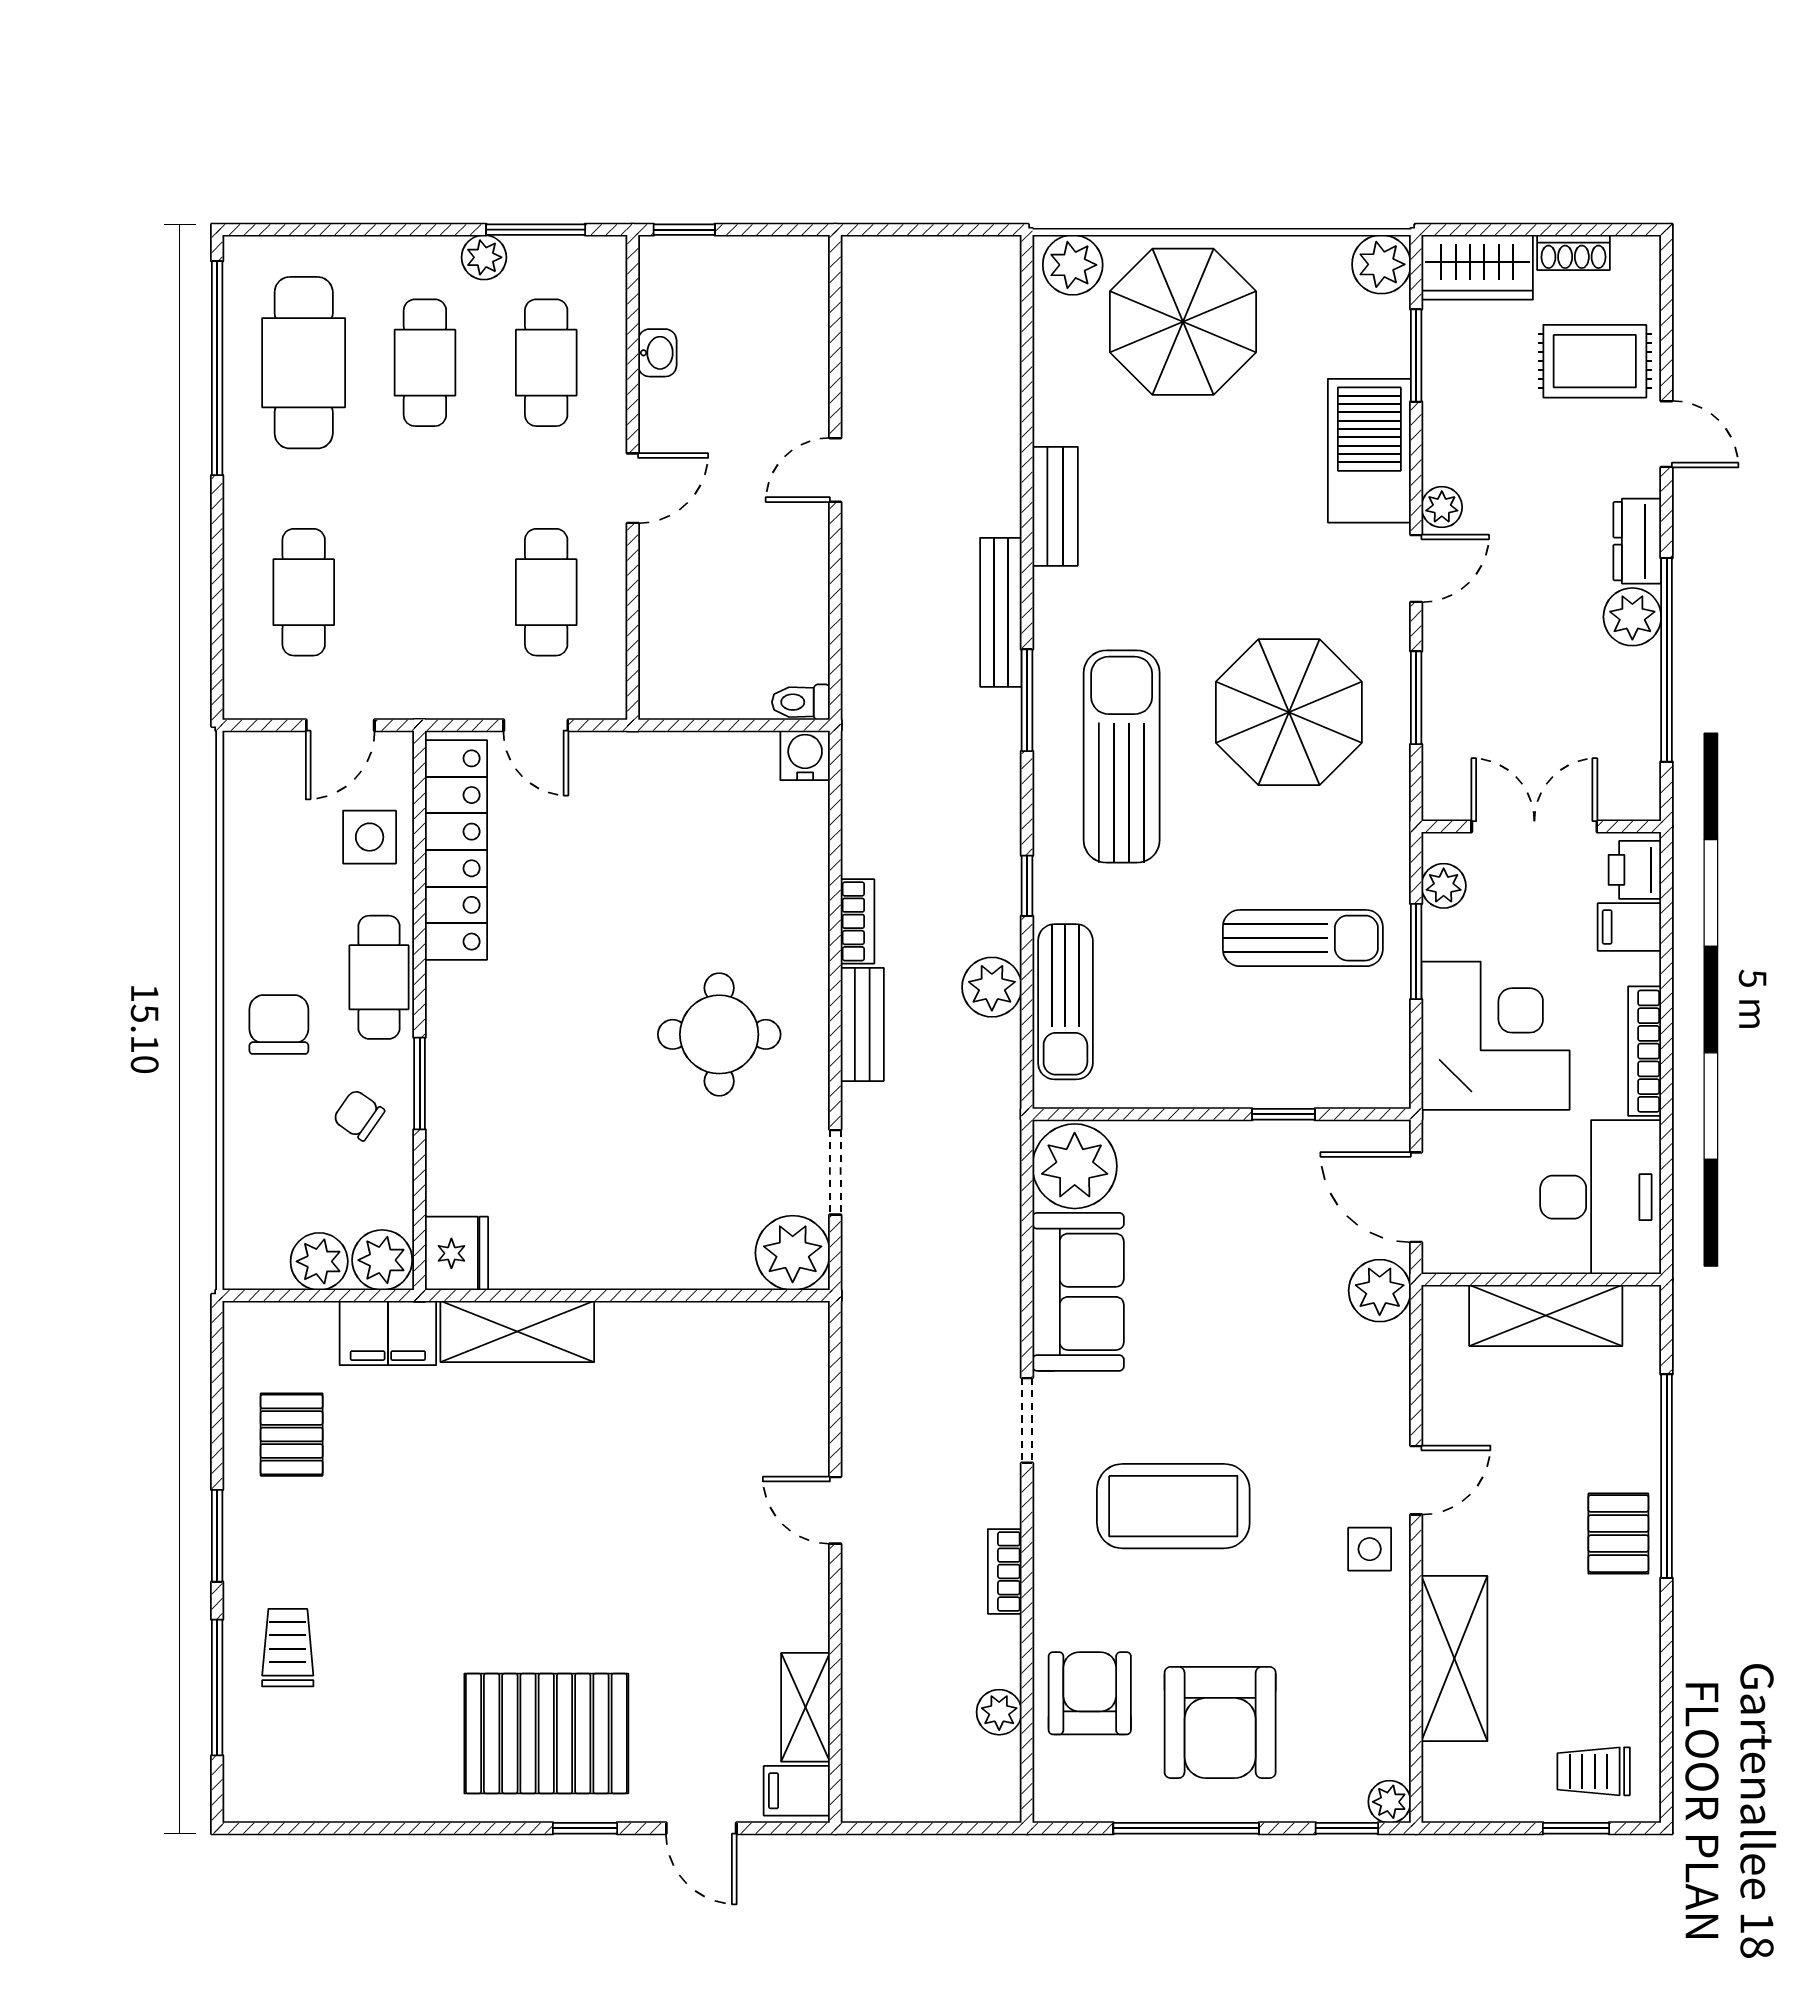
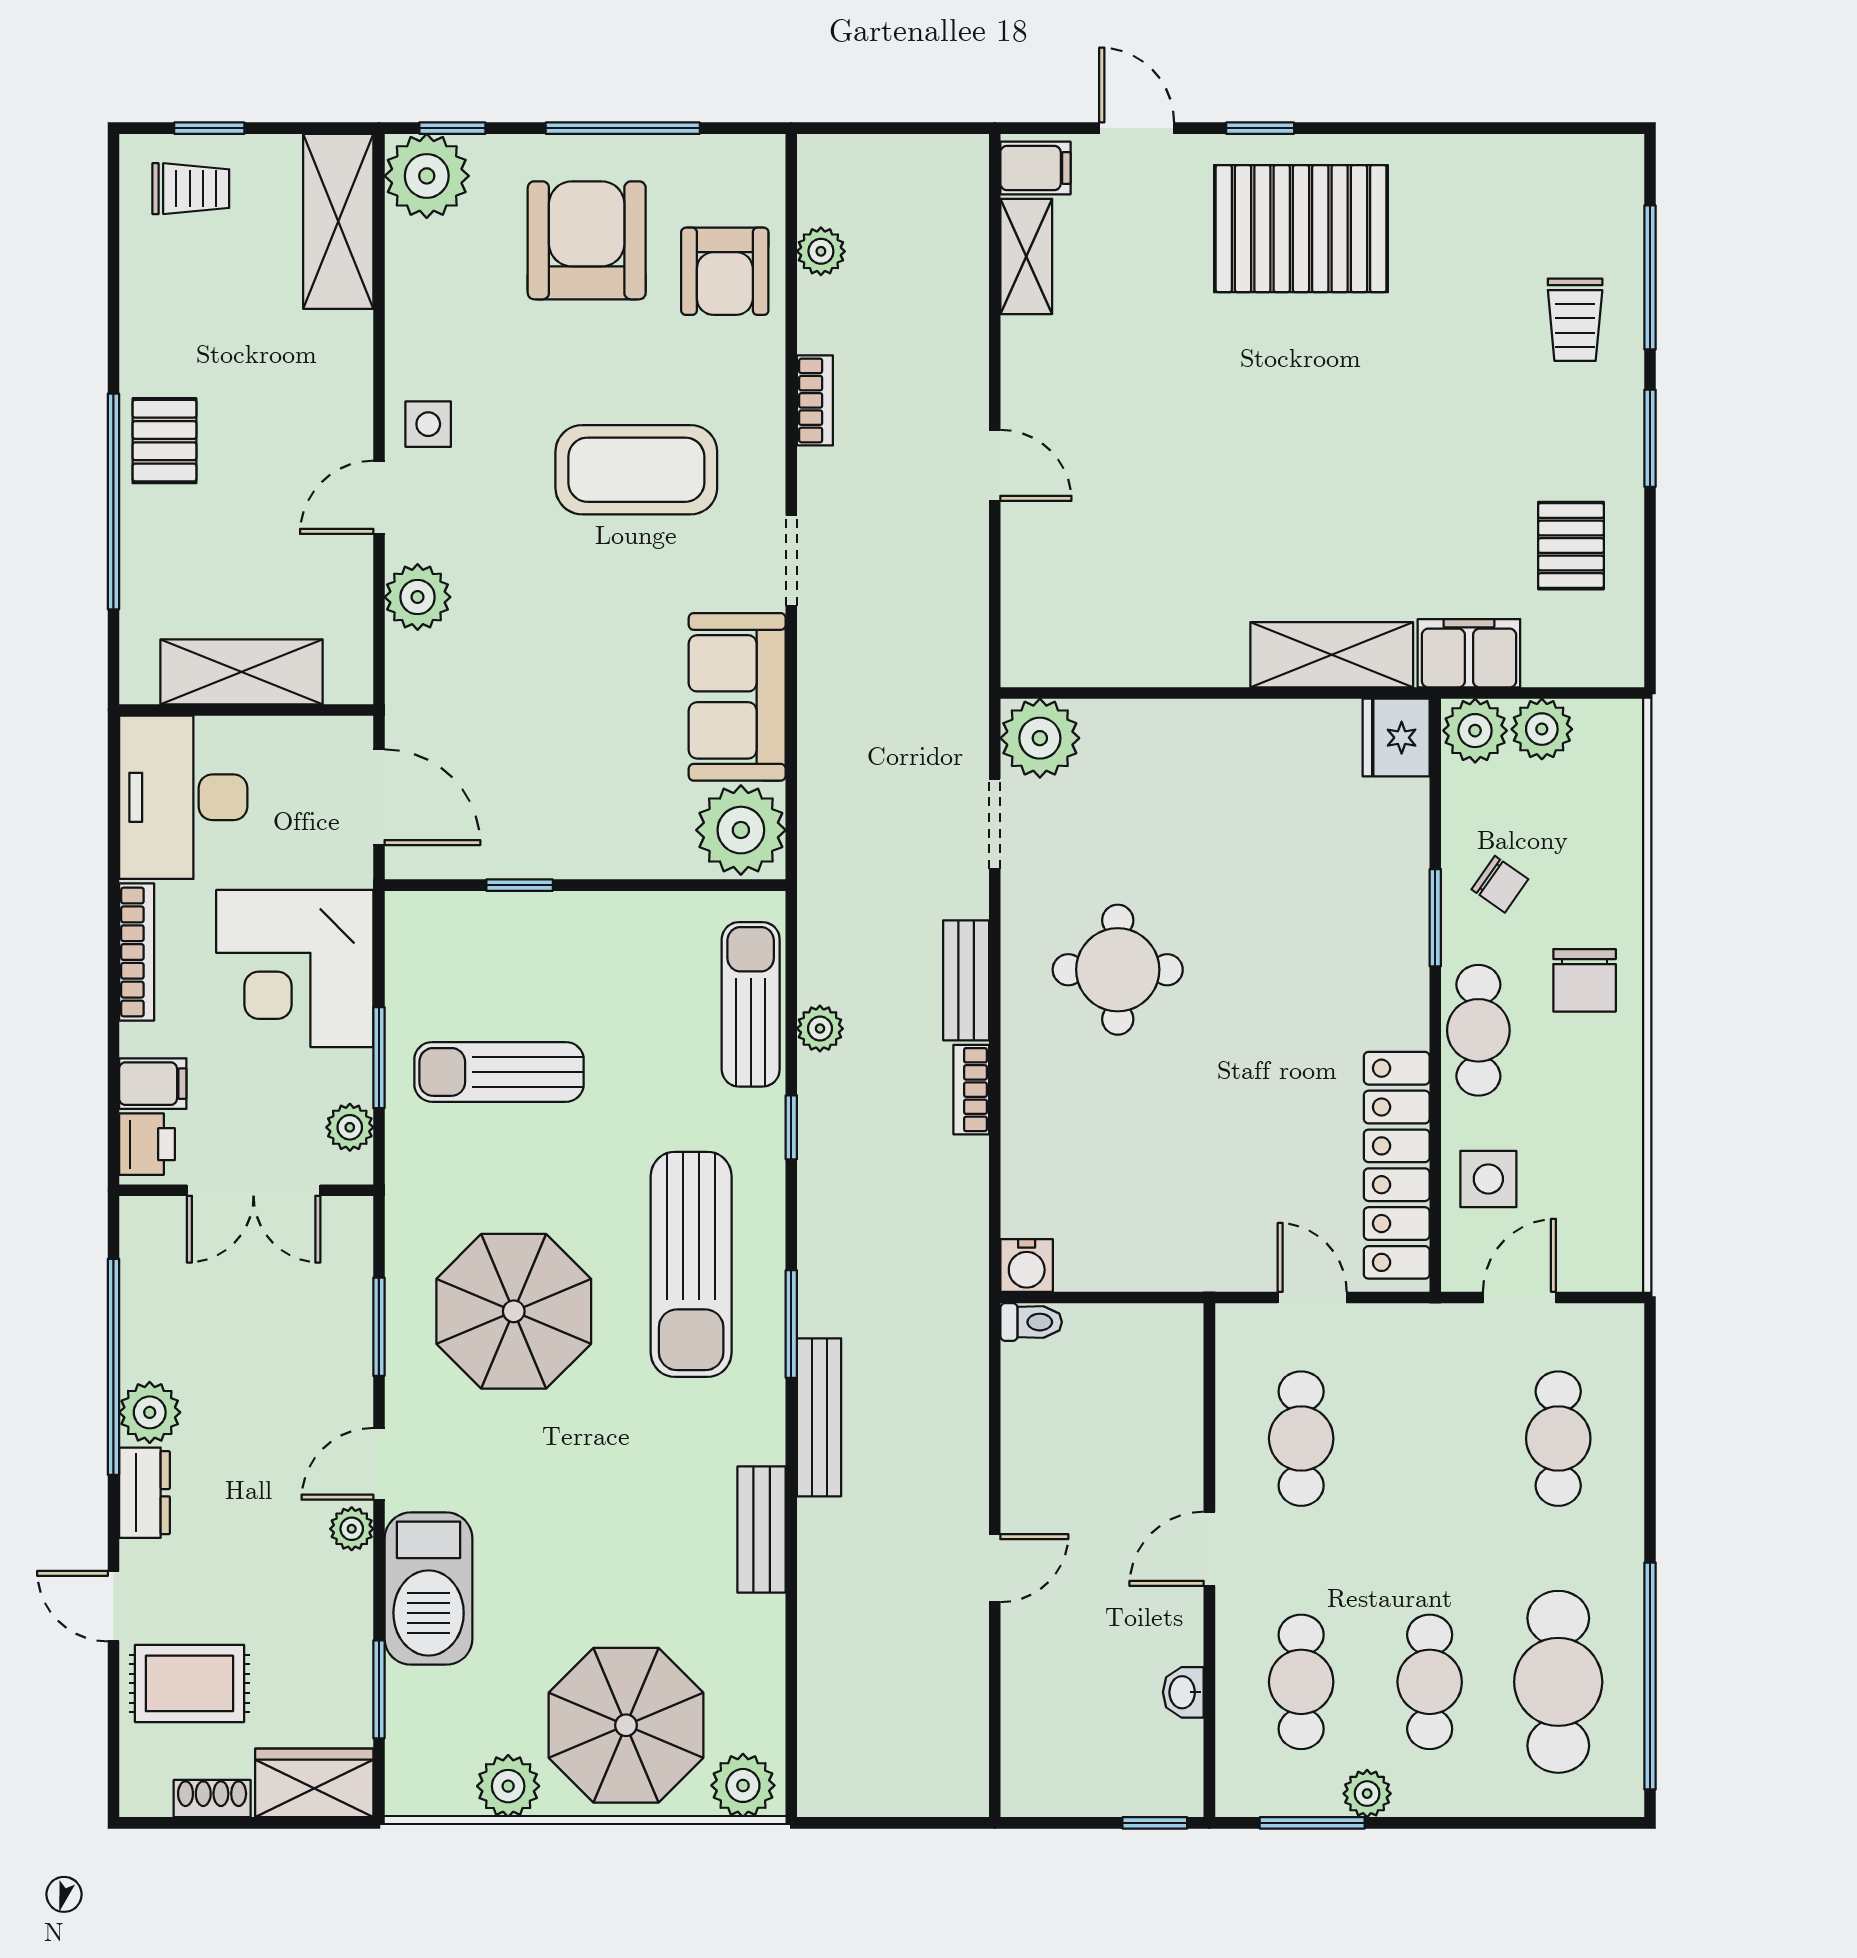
plant: (1381, 264) -> (508, 1786), moved
plant: (992, 987) -> (820, 1029), width x0.73, depth x0.73
plant: (1380, 1291) -> (418, 597), moved
shelving: (1454, 1659) -> (338, 221), moved
plant: (1390, 1802) -> (427, 176), width x1.87, depth x1.87

